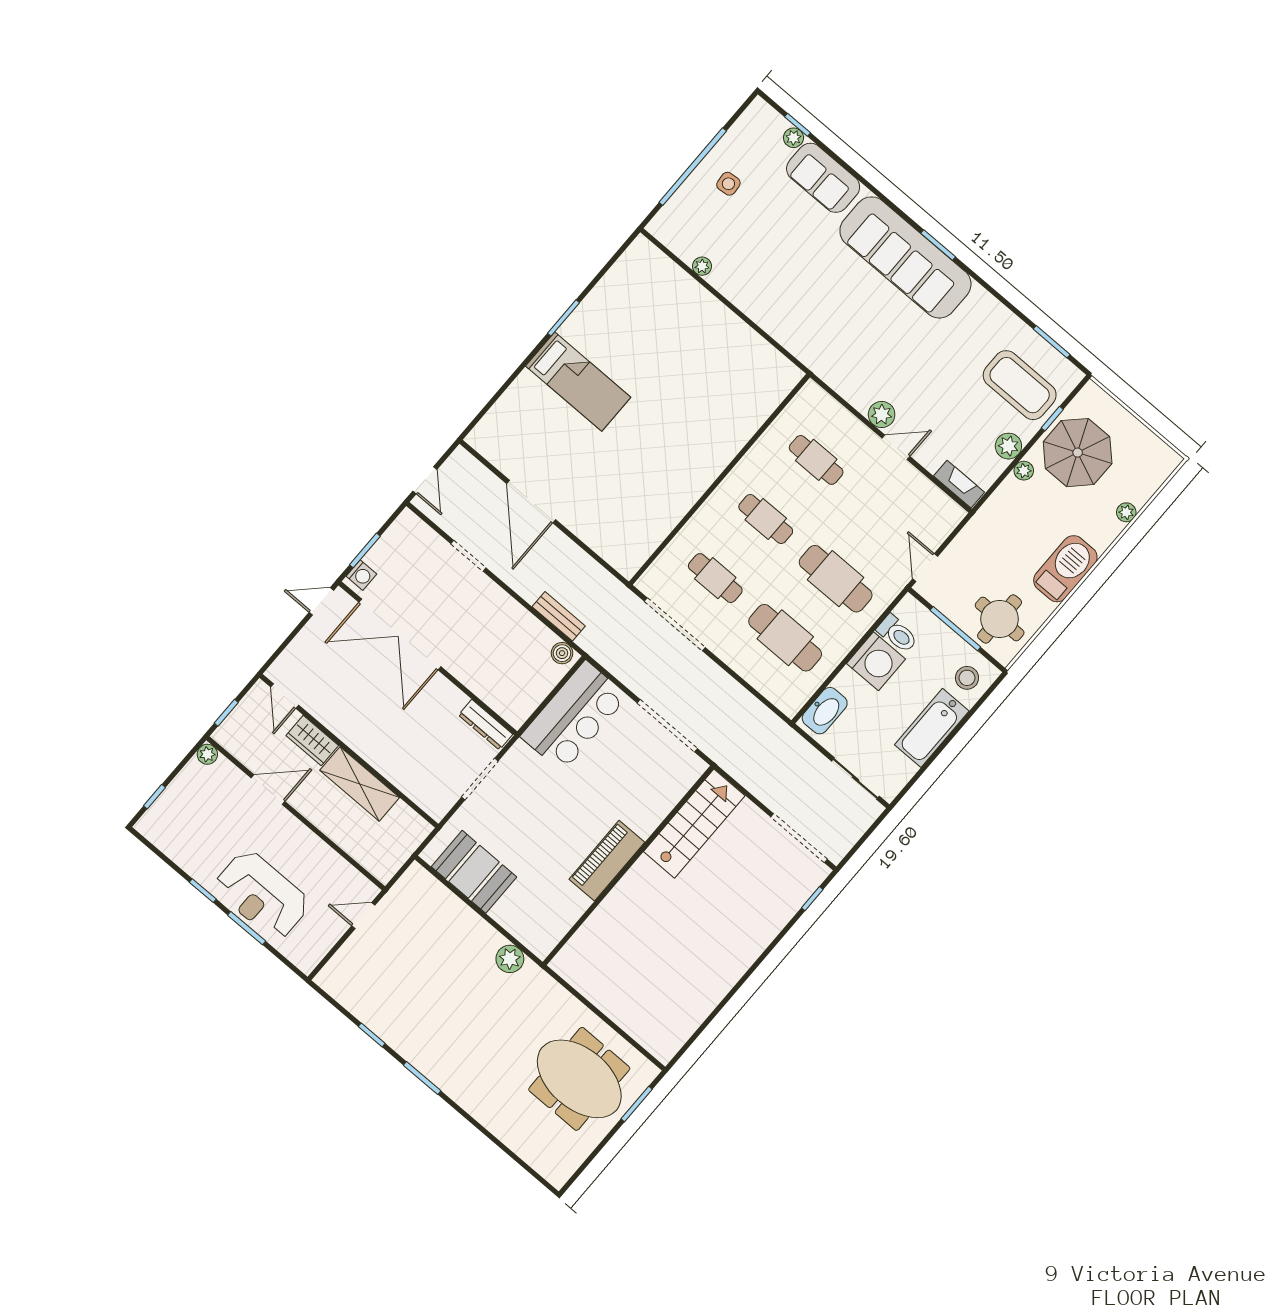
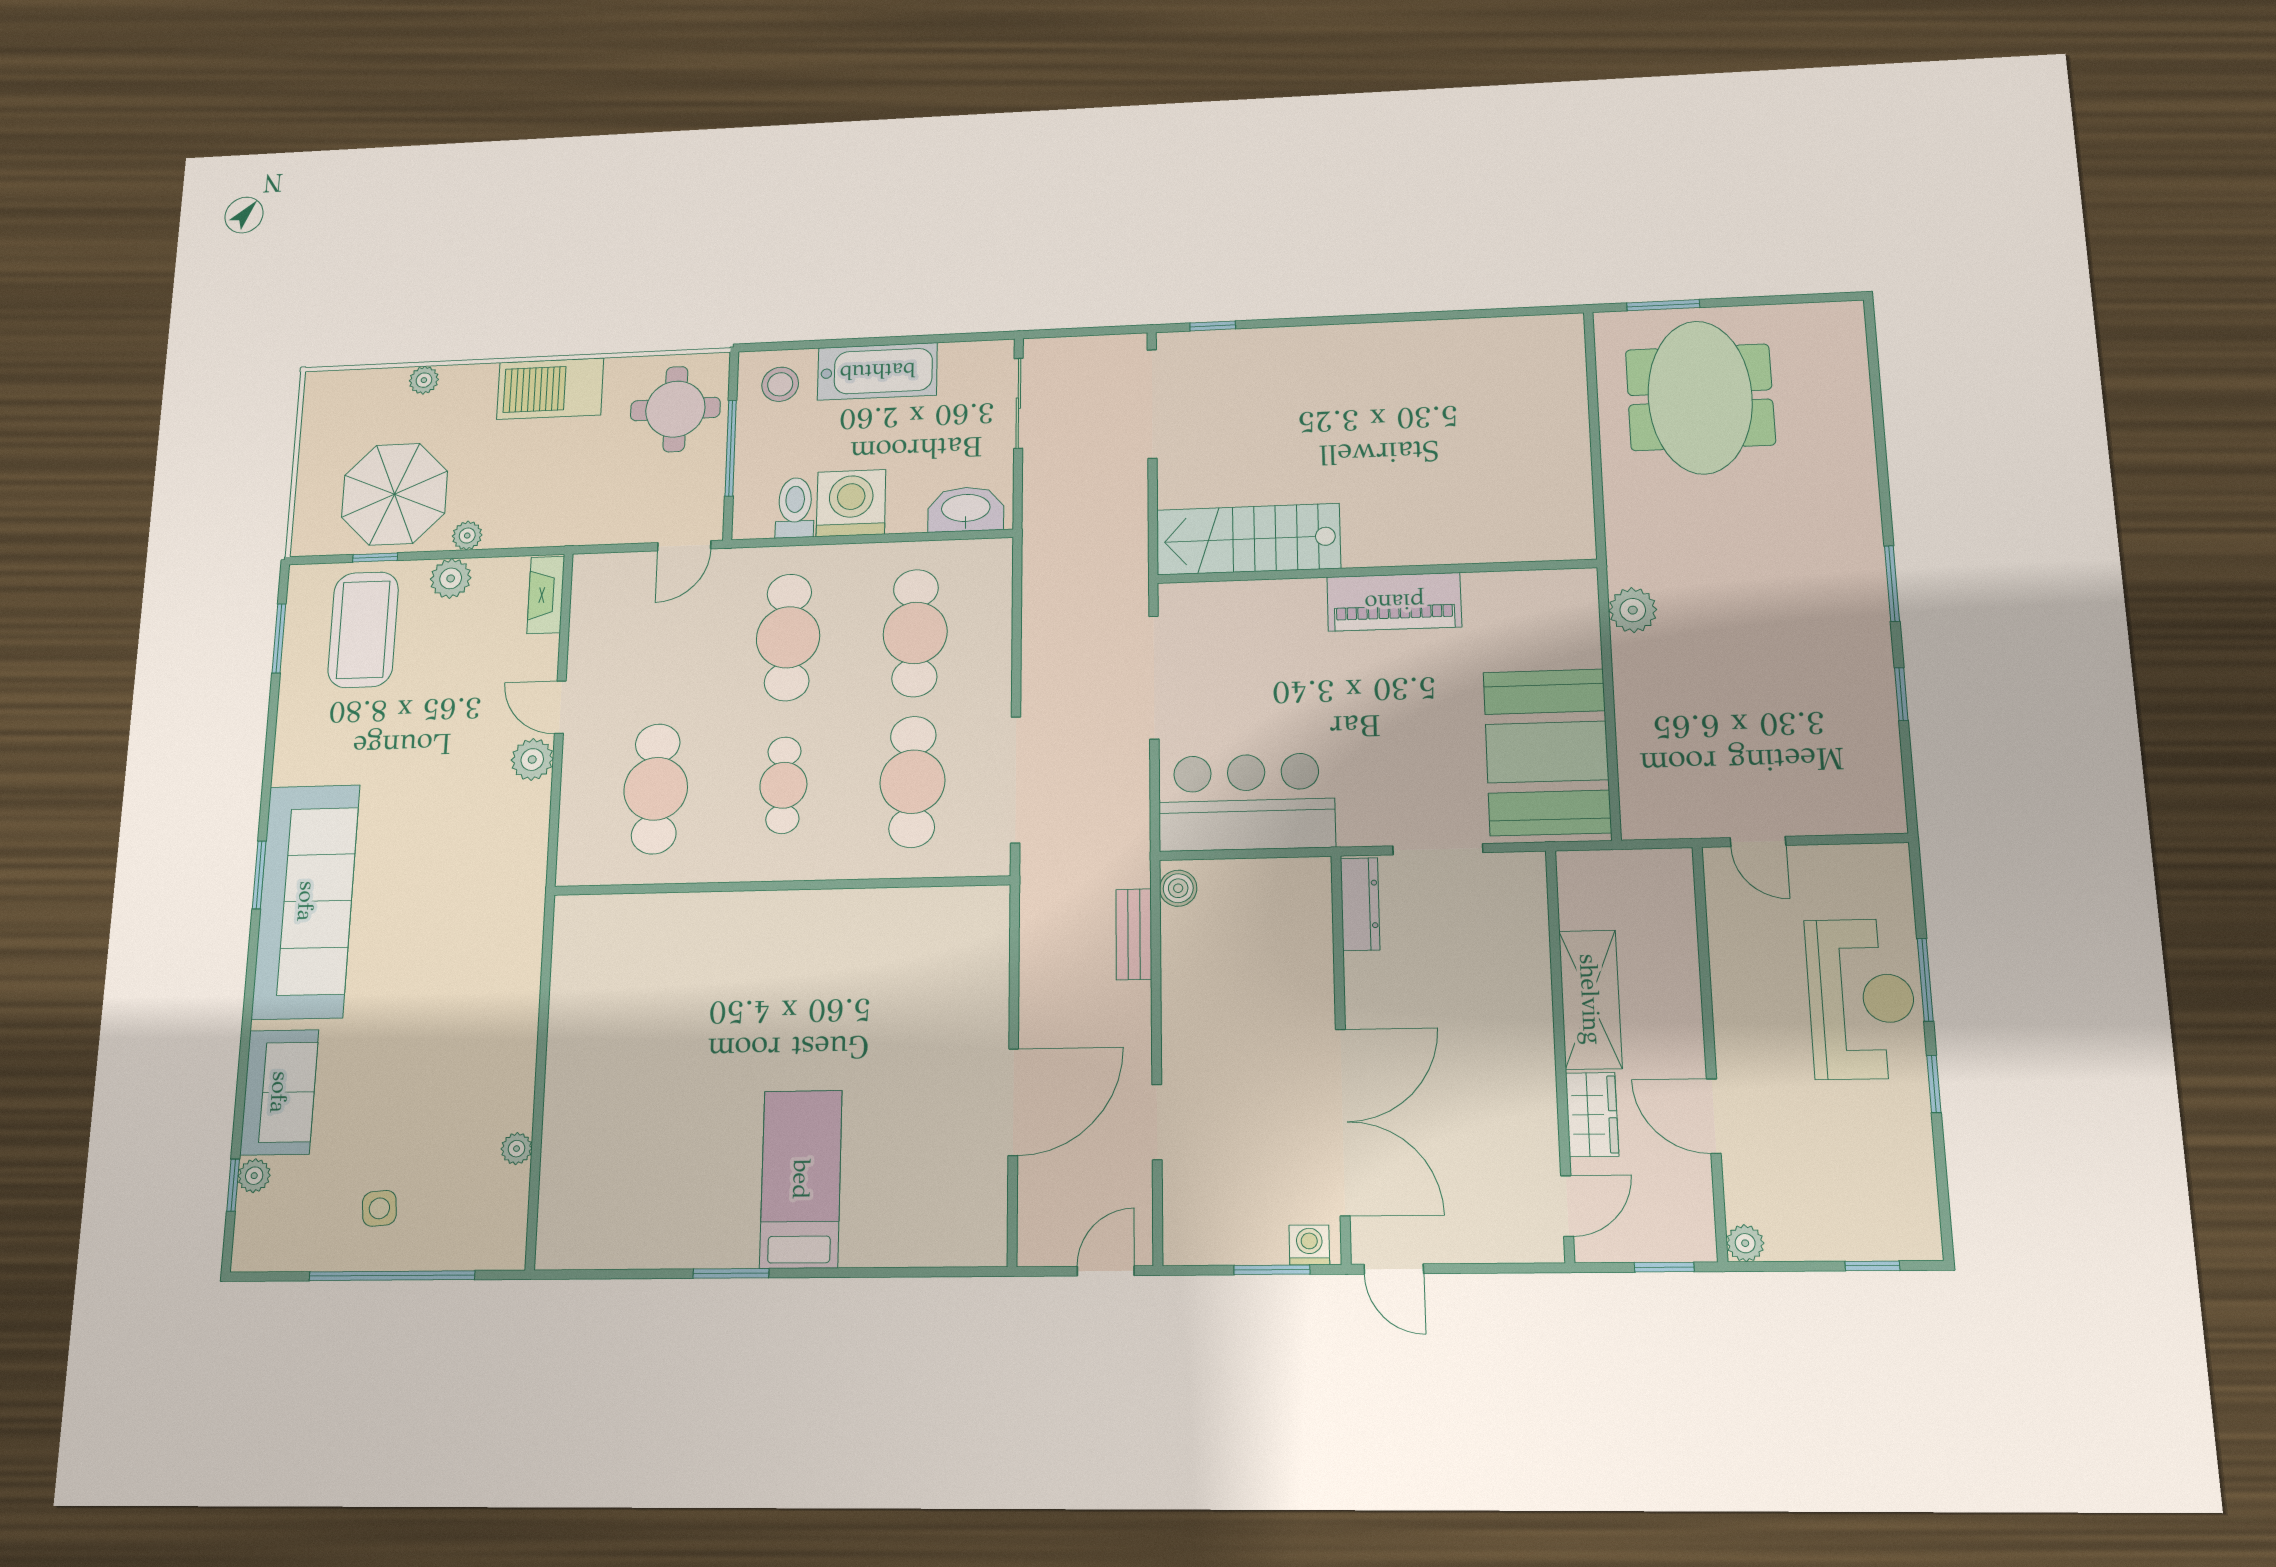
cafe table: (816, 460) -> (656, 789), width x1.37, depth x1.35
cafe table: (715, 578) -> (912, 782), width x1.37, depth x1.35
booth: (474, 872) -> (1547, 752), width x1.36, depth x1.42

